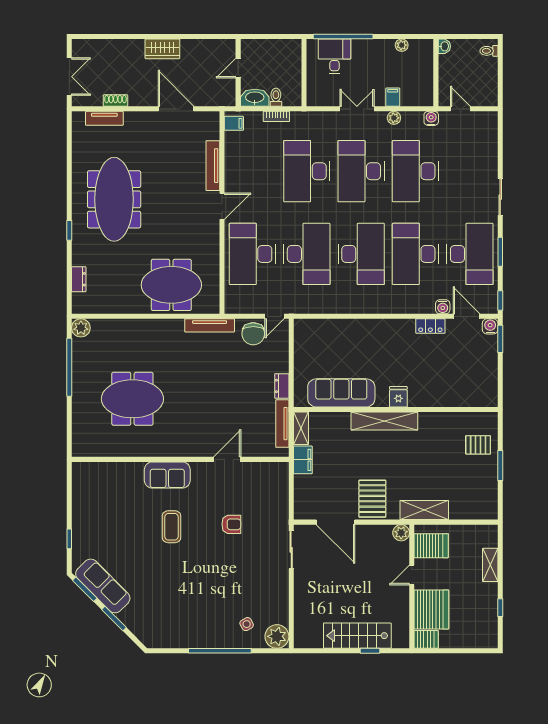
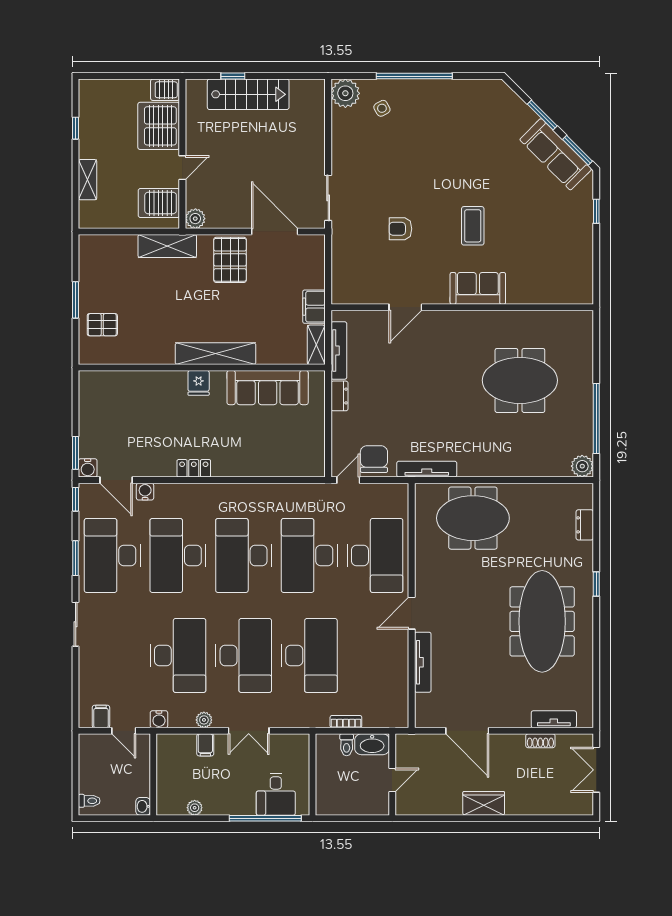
filing cabinet: (234, 123) -> (101, 717), moved, turned 90
desk: (415, 254) -> (178, 555), turned 180
locker: (430, 326) -> (194, 468), moved

